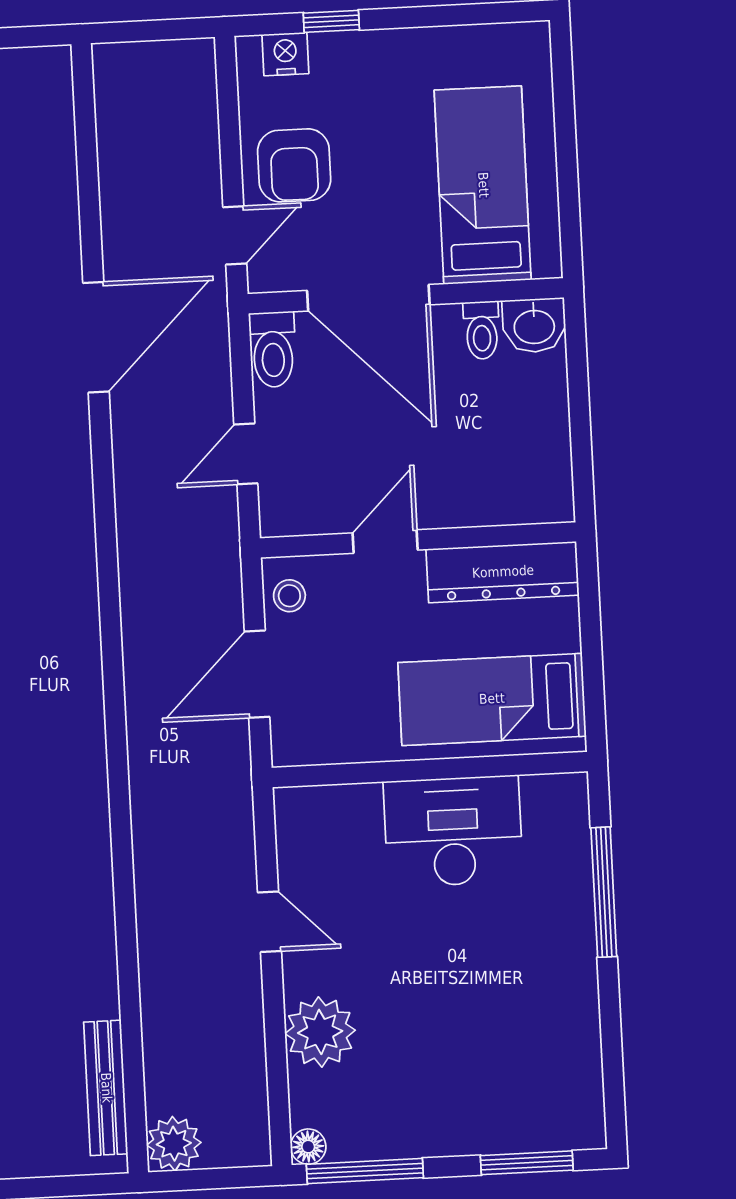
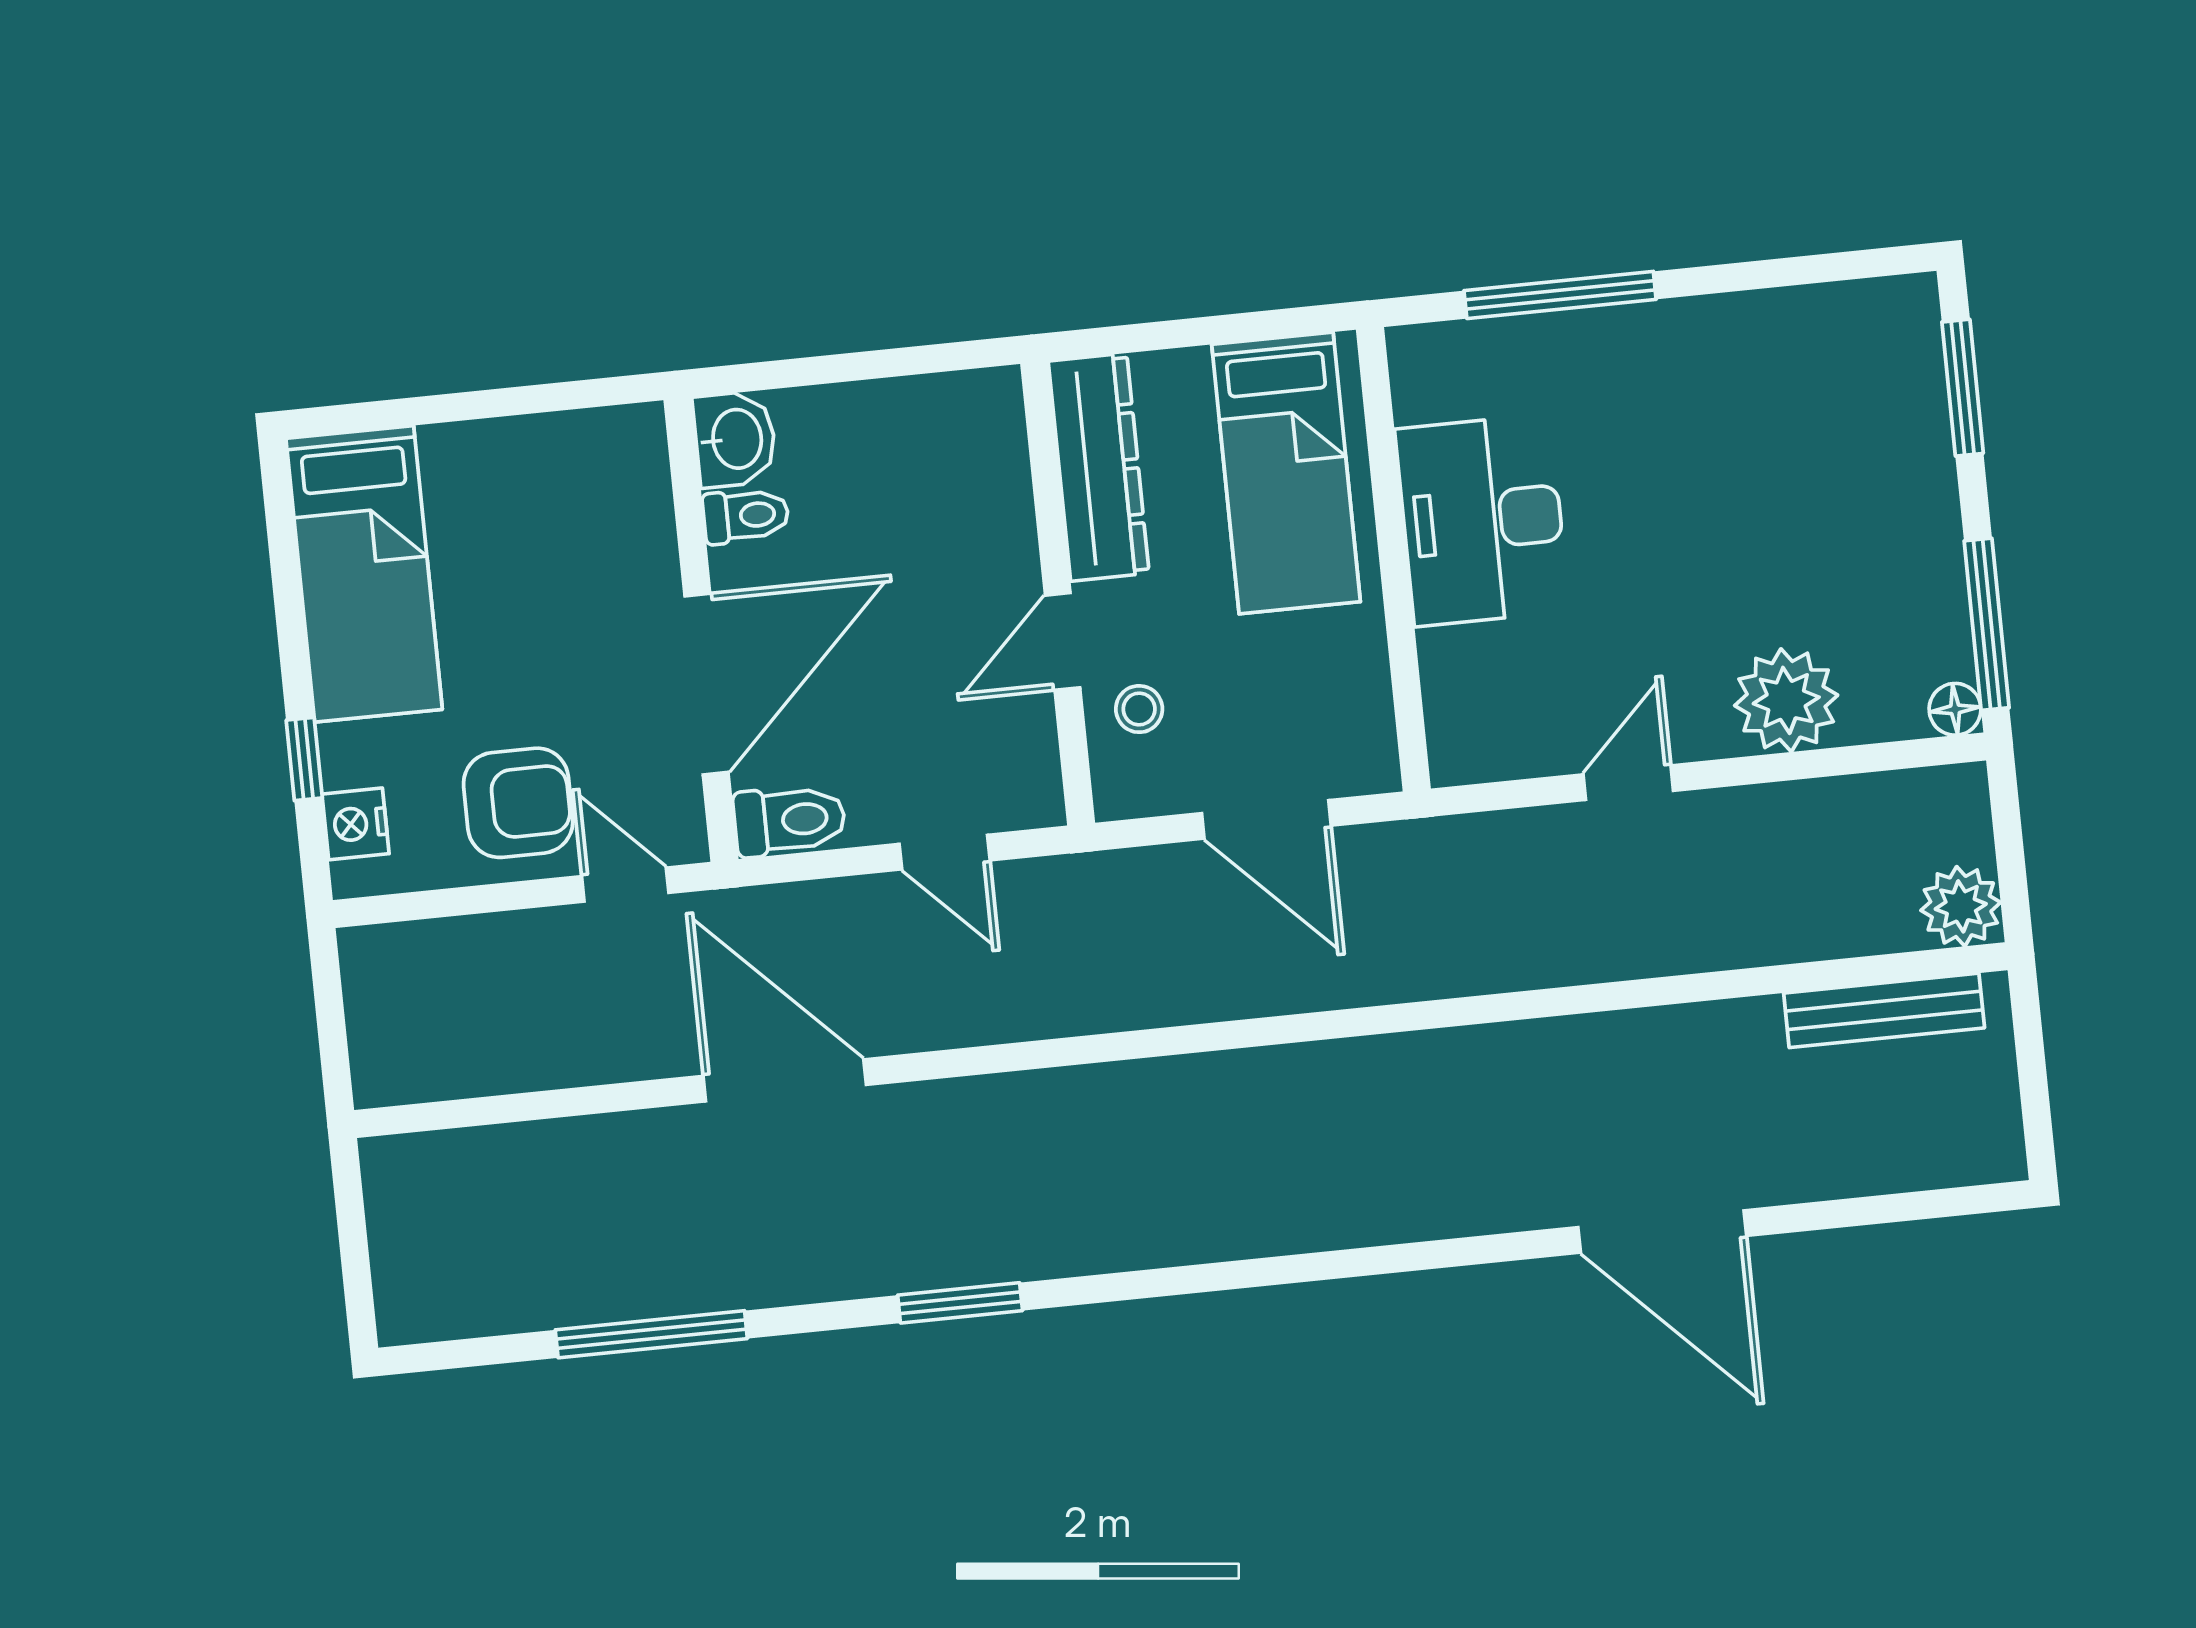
bed: (483, 185) -> (364, 574), moved, turned -90
door: (385, 542) -> (1063, 641), hinge flipped
stool: (289, 596) -> (1139, 709), moved

